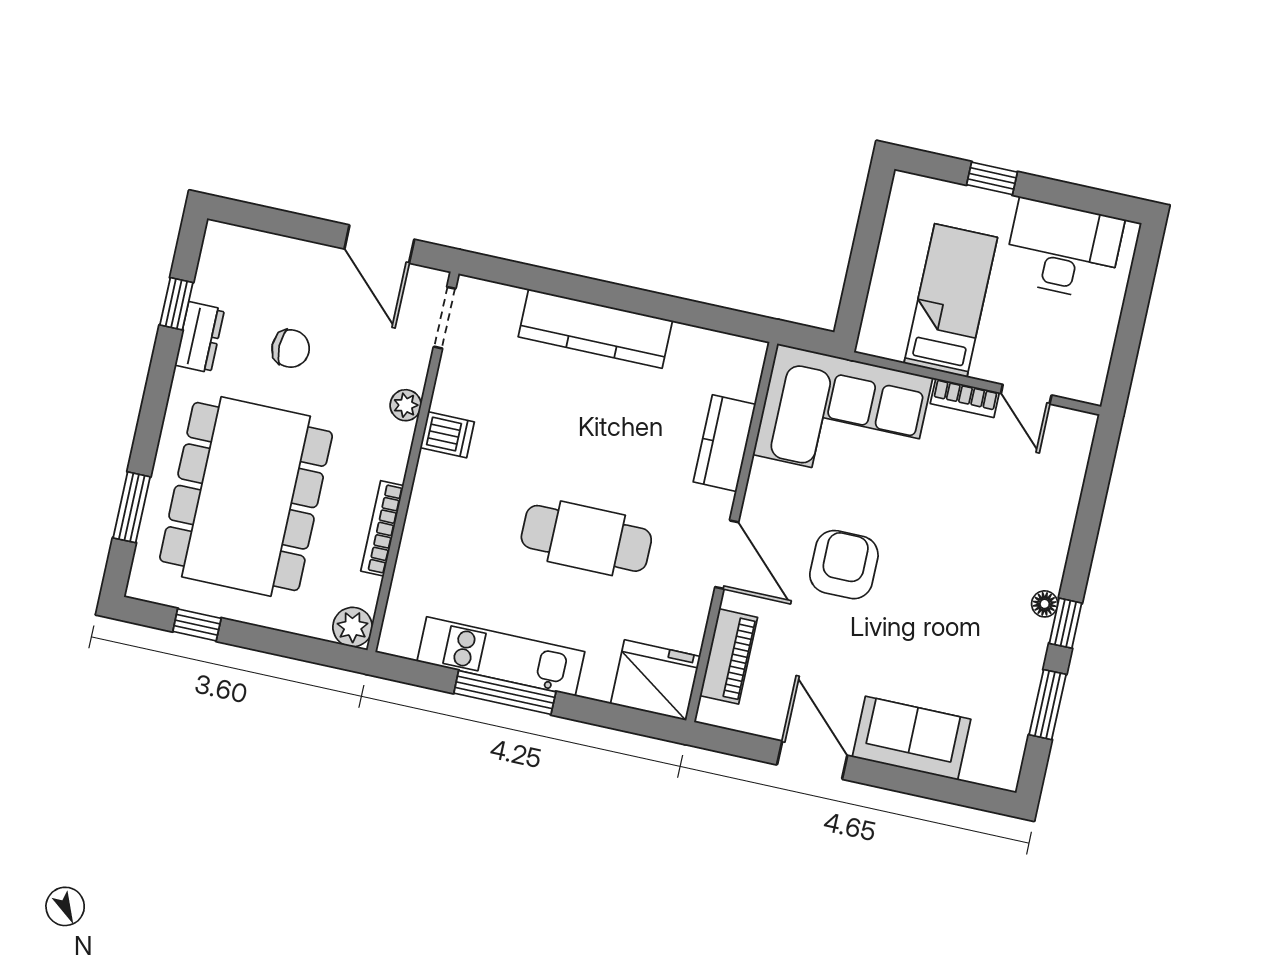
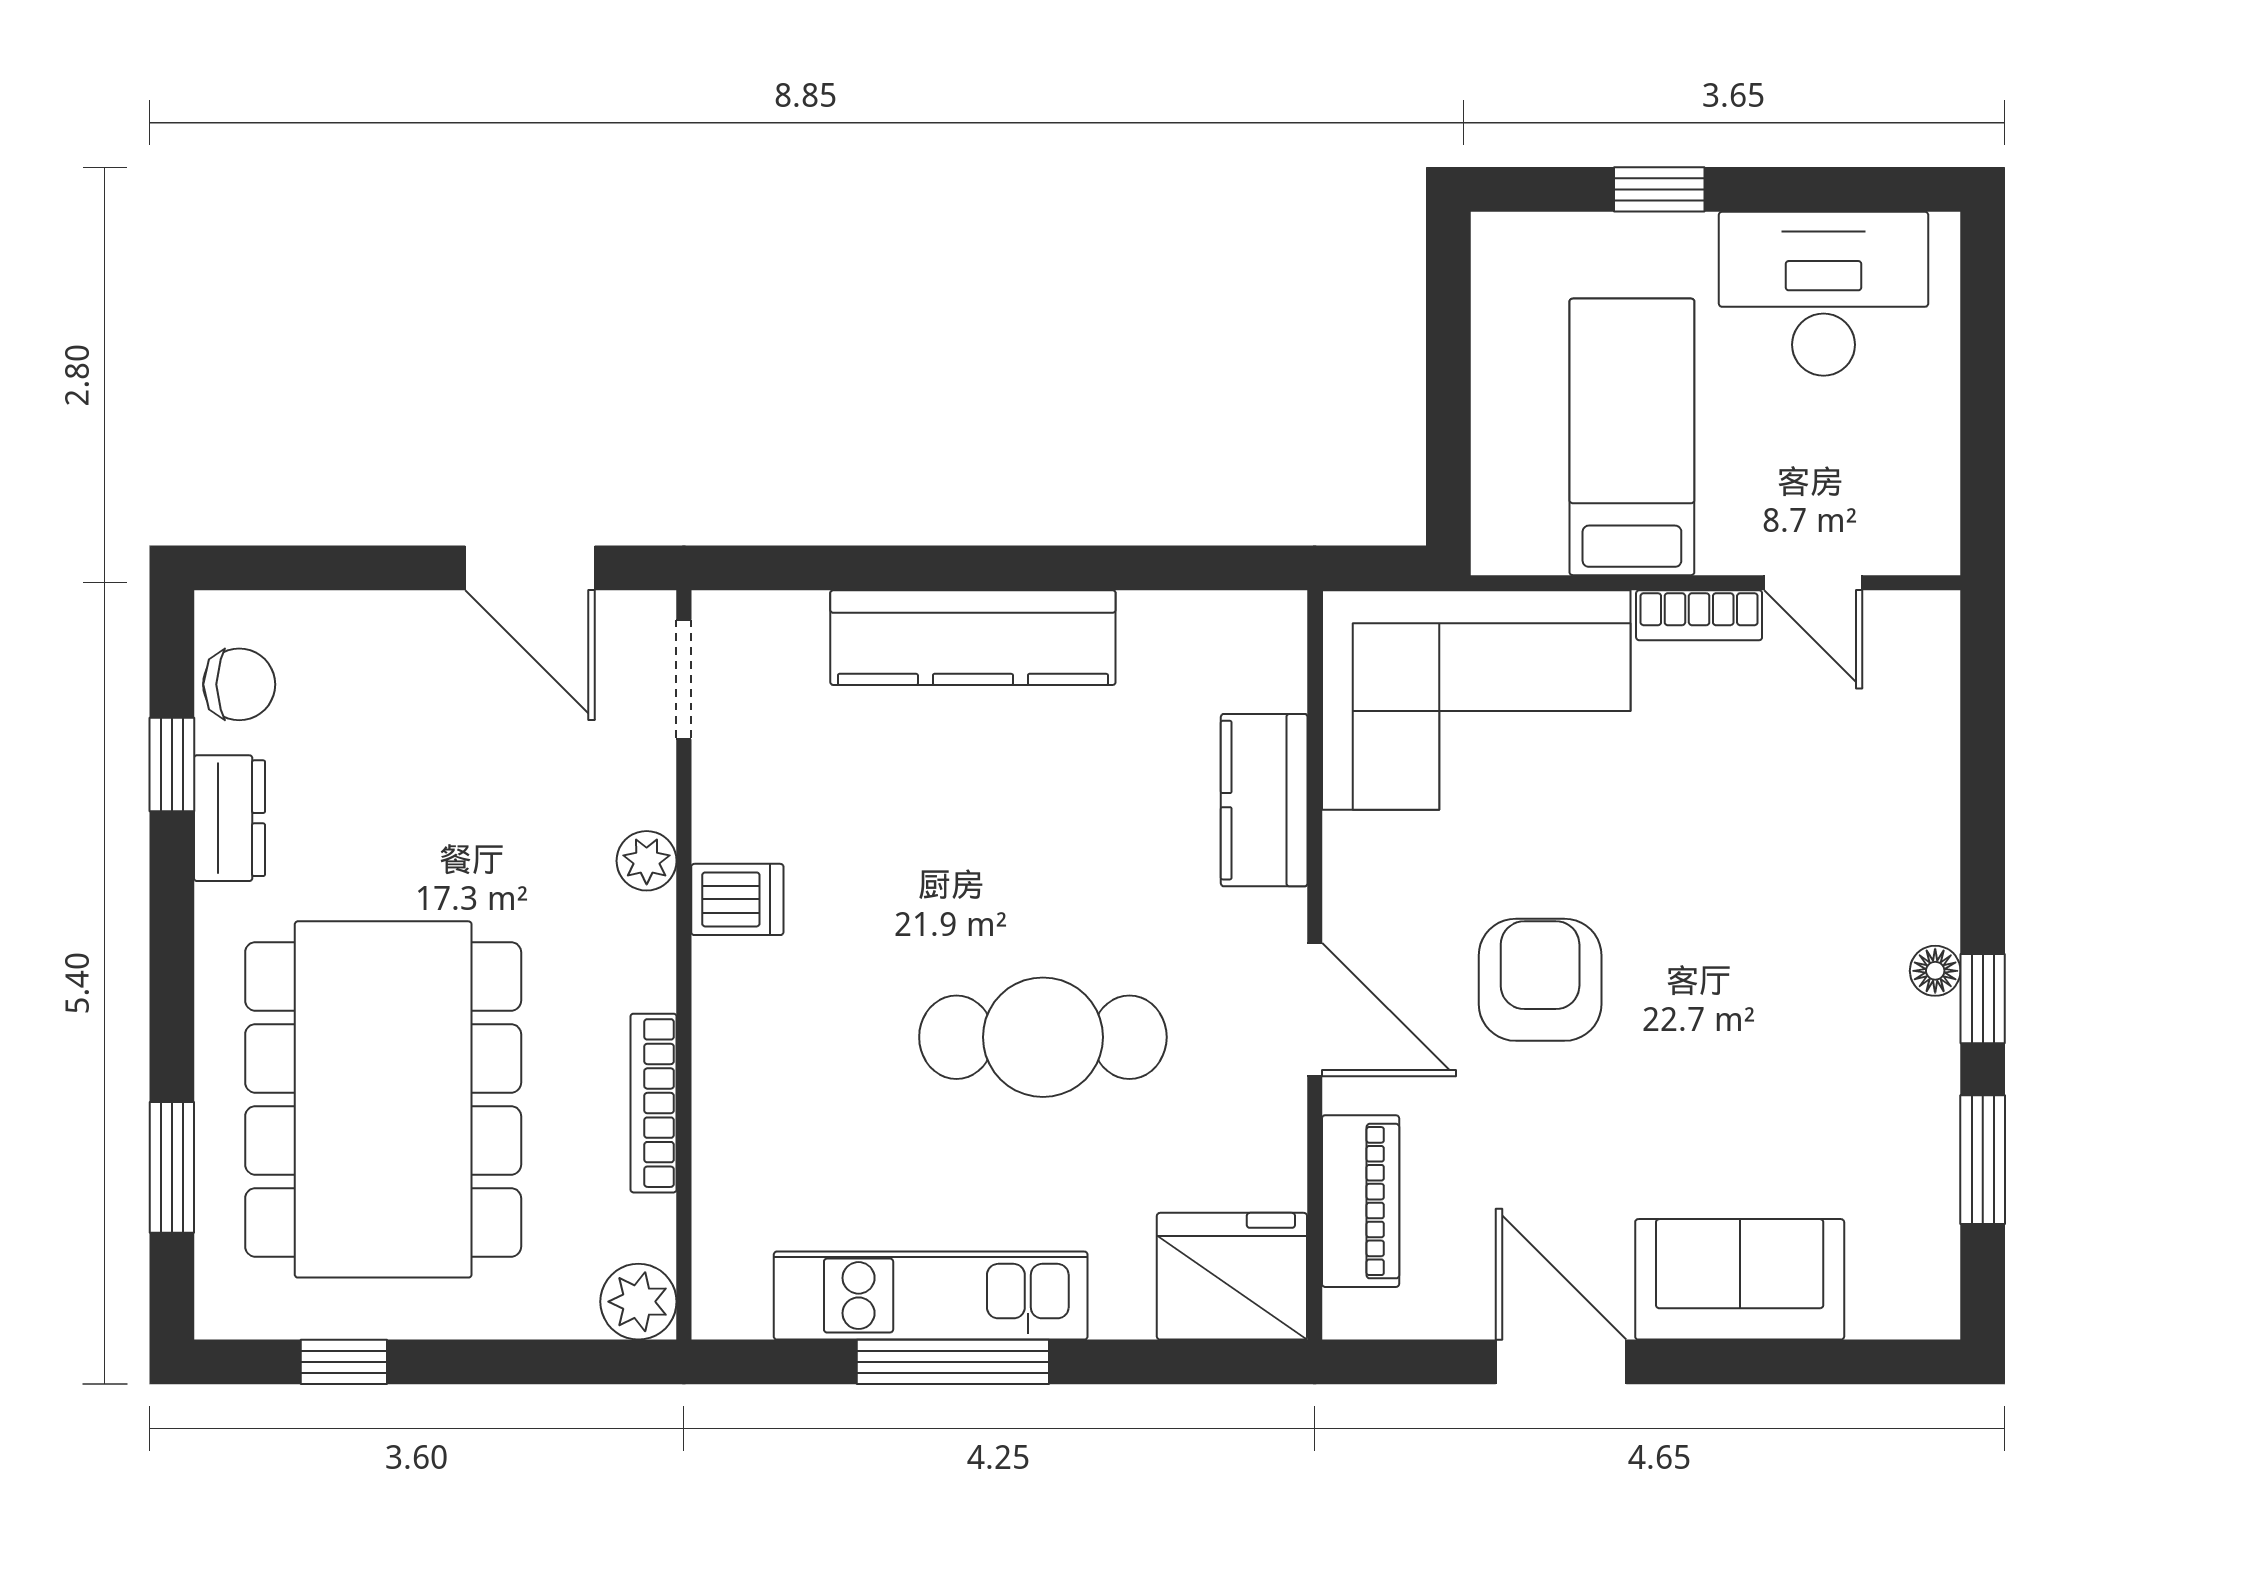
chair: (291, 349) -> (239, 684), moved

